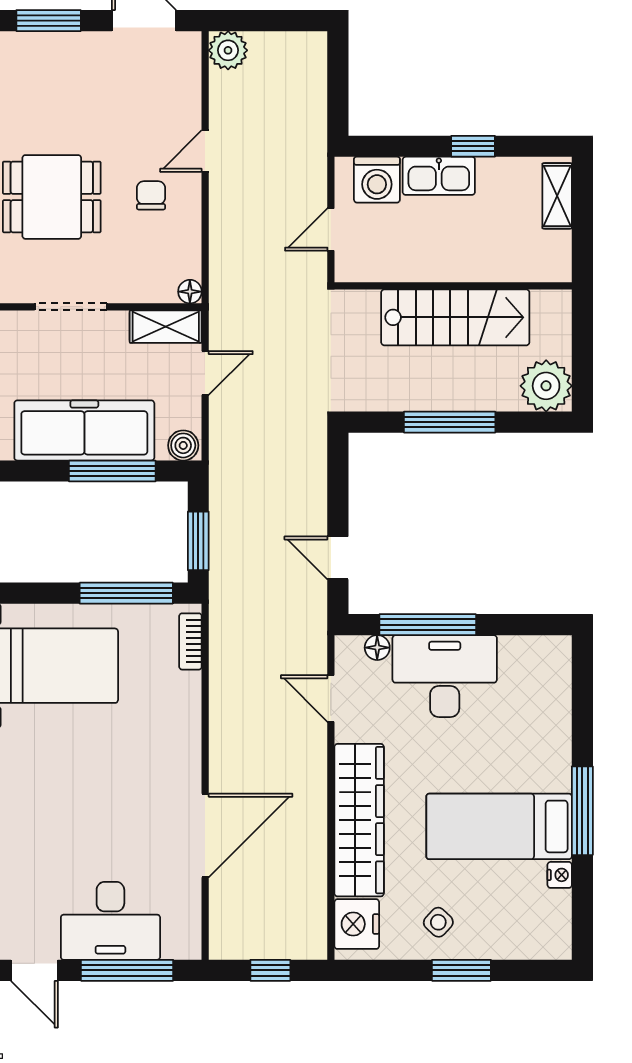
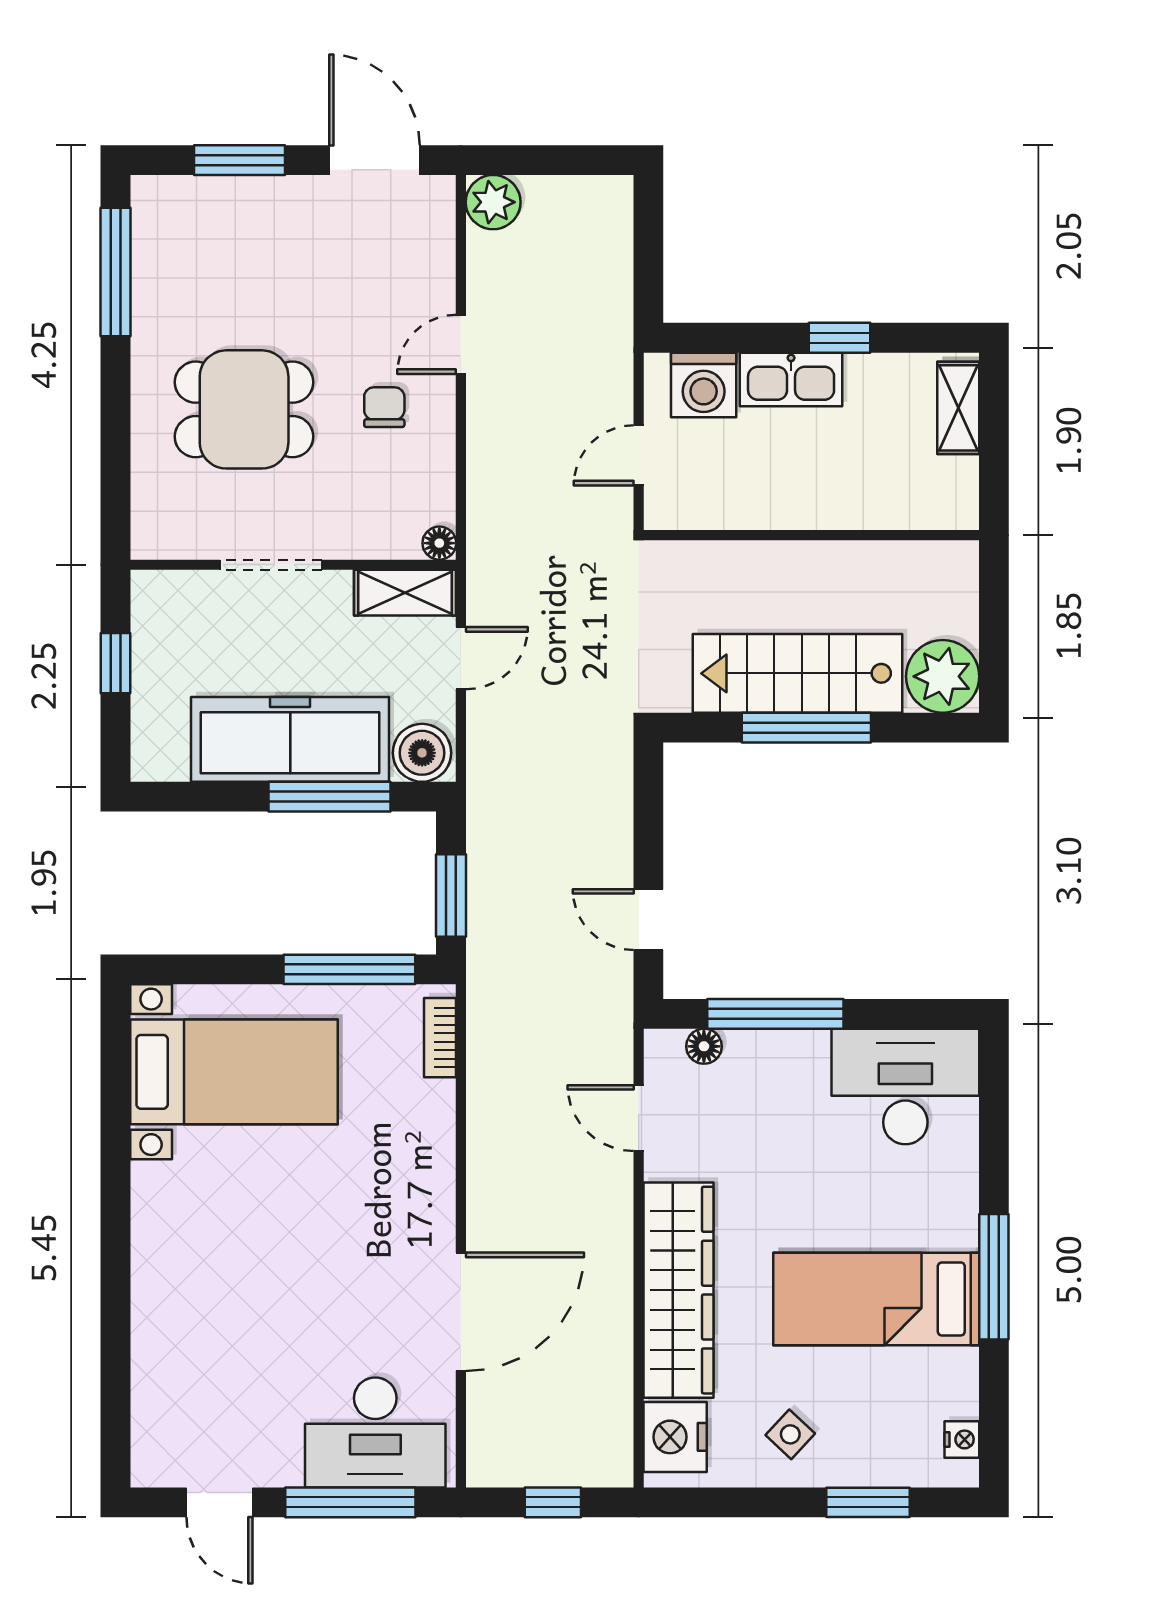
stairs: (455, 317) -> (797, 673), moved, turned 180
boiler: (183, 445) -> (422, 753), width x1.36, depth x1.36
desk: (445, 676) -> (905, 1087), moved
nightstand: (560, 875) -> (962, 1439), moved
desk: (110, 921) -> (375, 1432), moved
window: (461, 970) -> (868, 1502), moved

